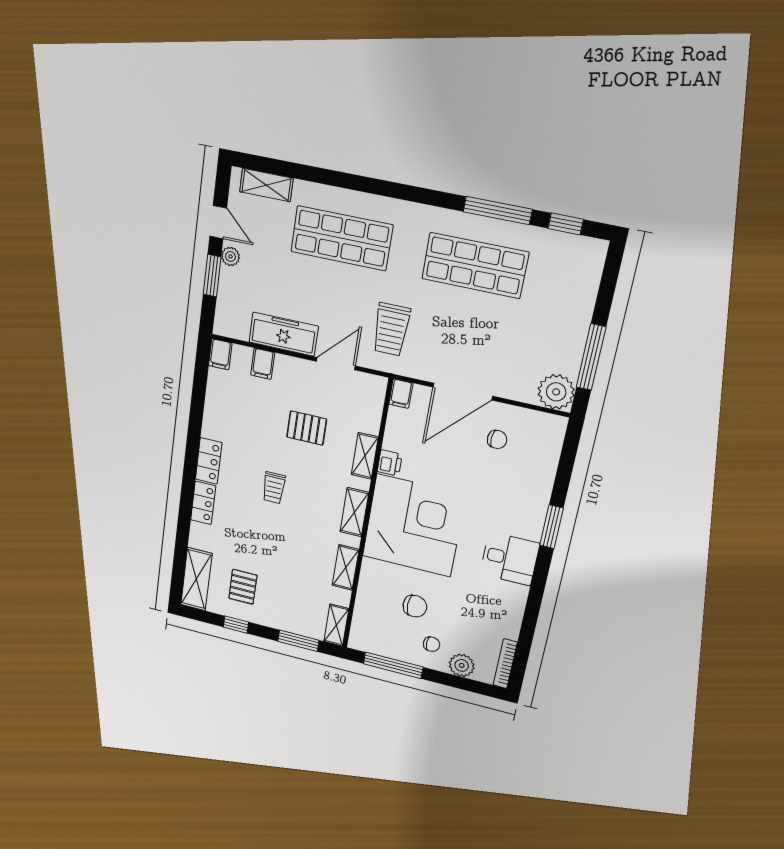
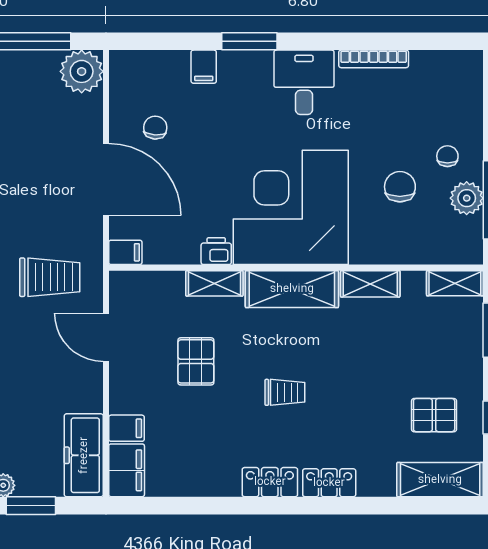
freezer: (284, 334) -> (84, 455), moved
filing cabinet: (220, 354) -> (127, 470), width x2.00
filing cabinet: (539, 488) -> (204, 67), added
shelving: (354, 512) -> (292, 289), width x1.50, depth x1.33
bookcase: (505, 664) -> (374, 59), moved
plant: (462, 665) -> (467, 198), moved

